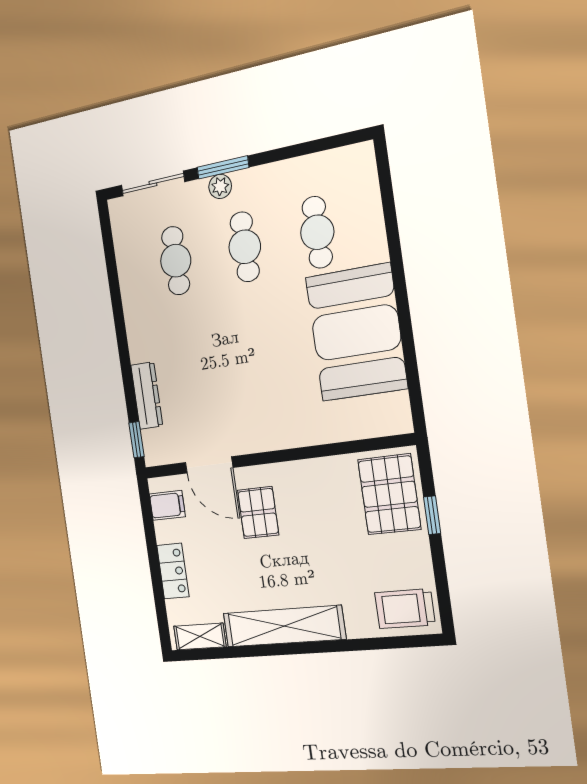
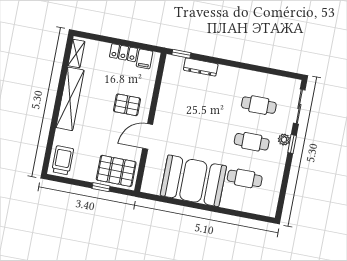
window: (223, 167) -> (292, 144), width x0.67
door: (209, 465) -> (148, 136), moved
locker: (173, 571) -> (124, 53), moved

